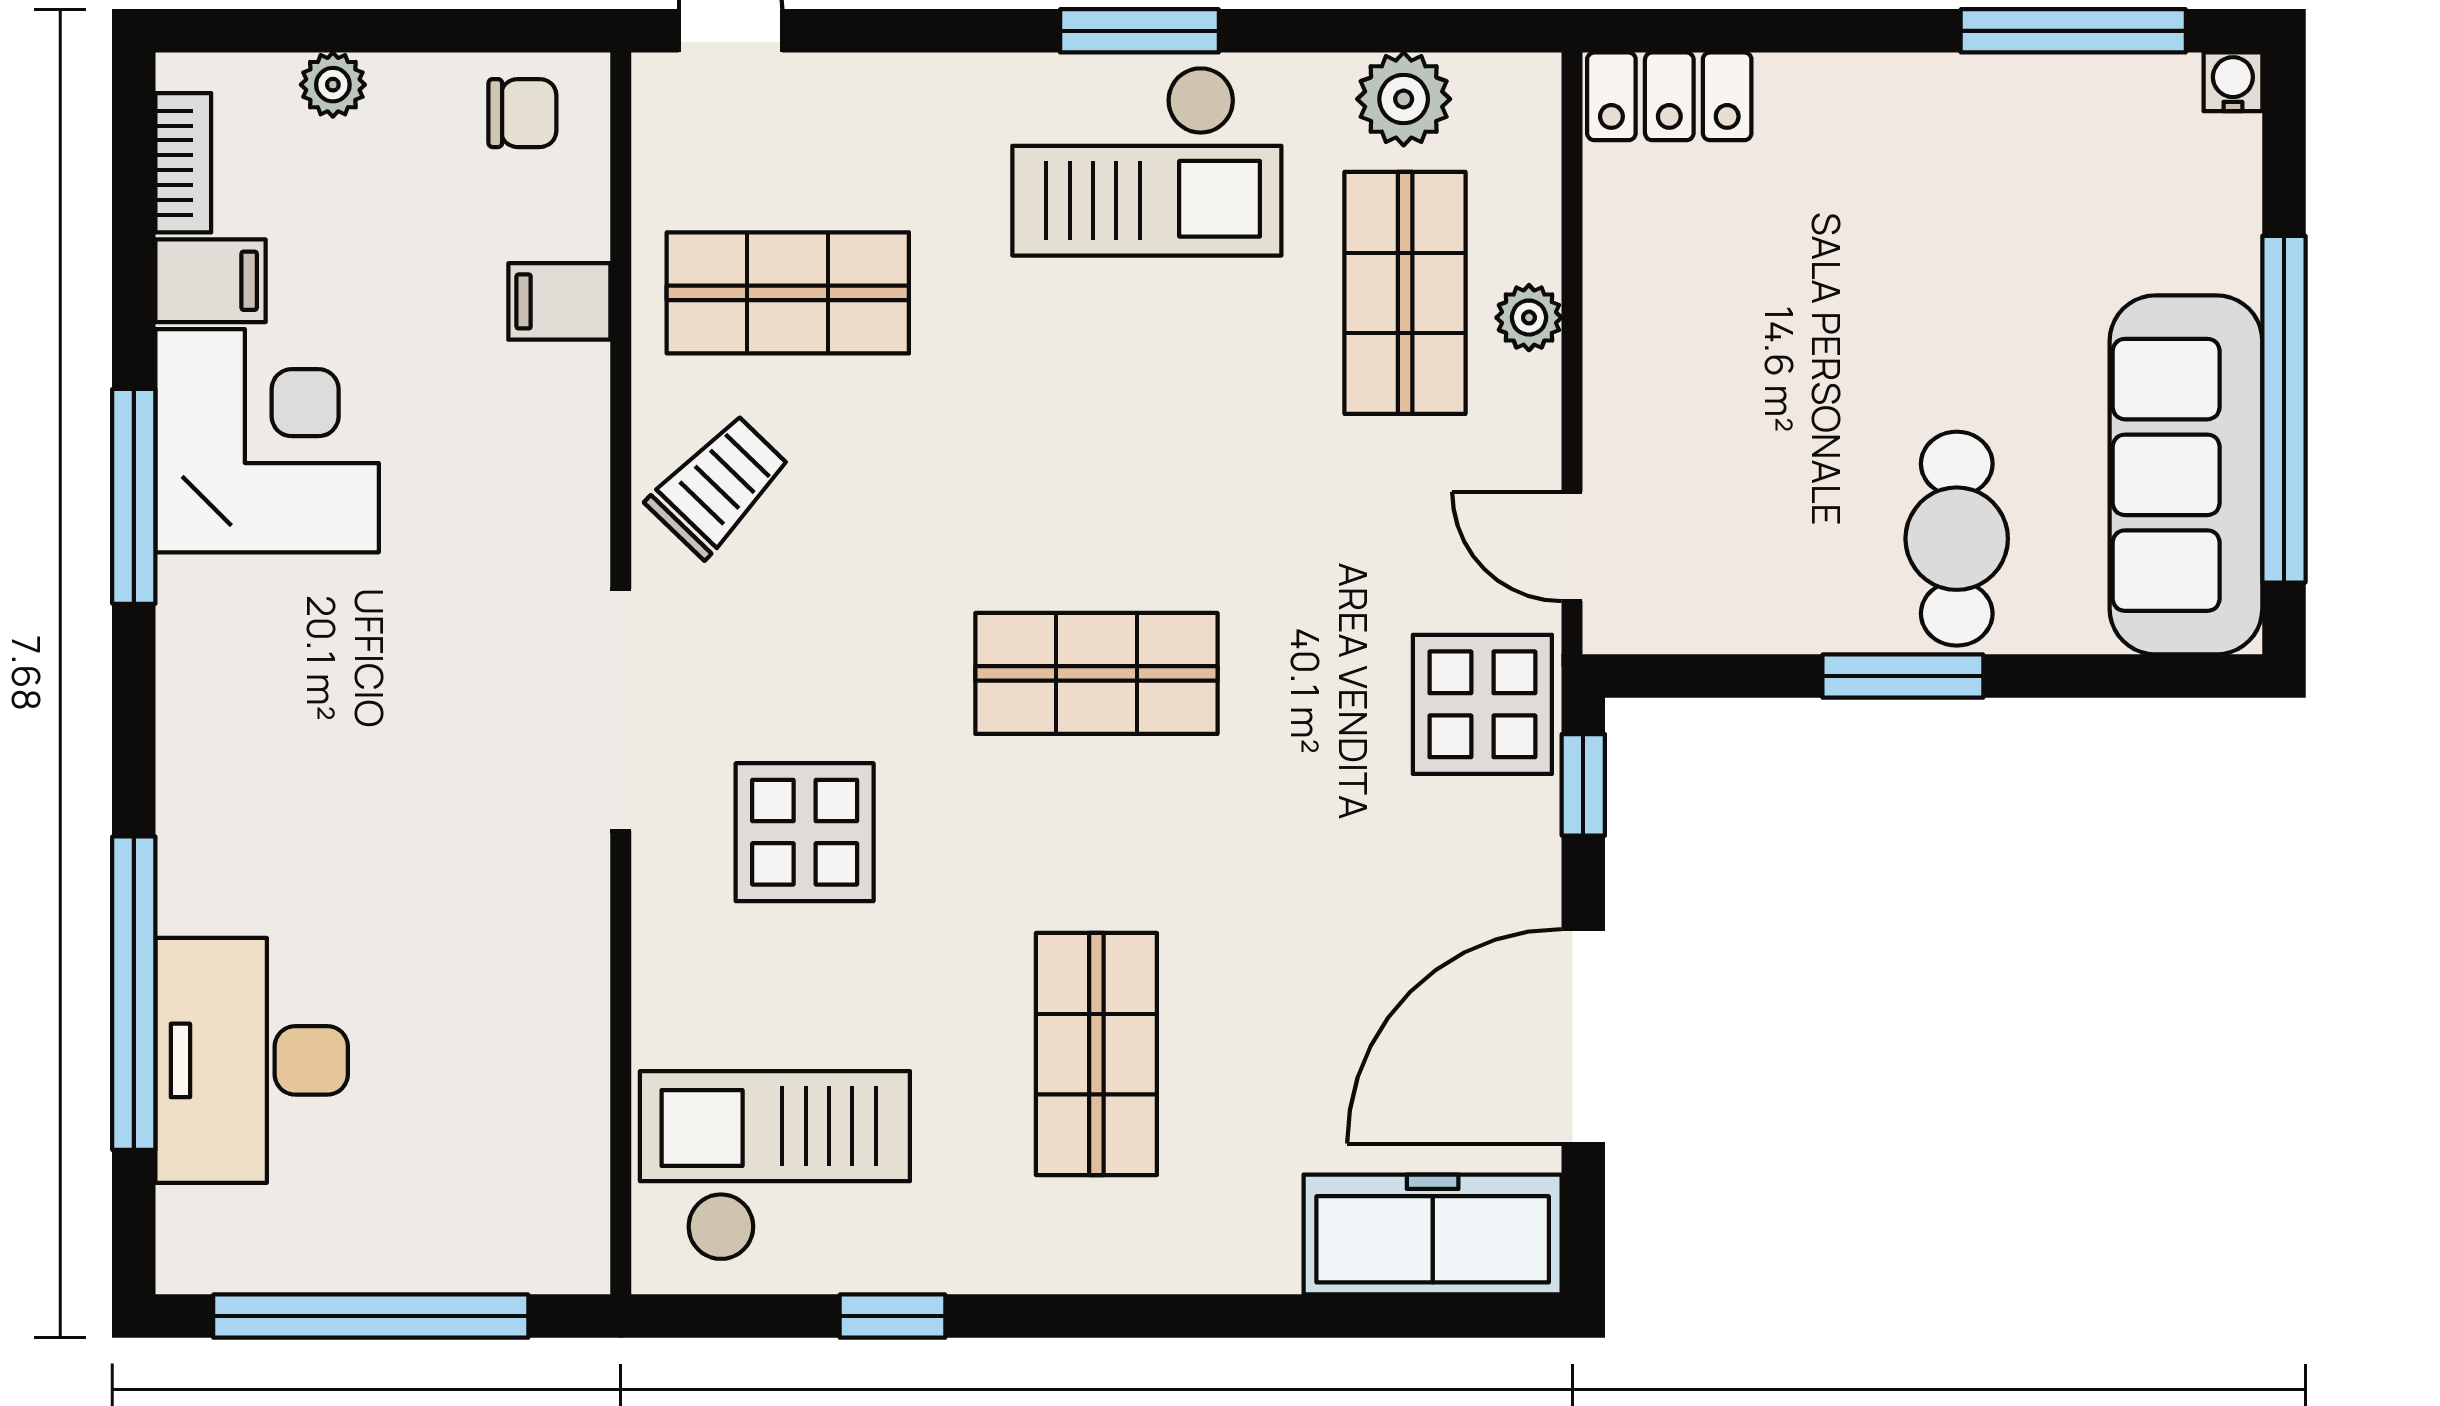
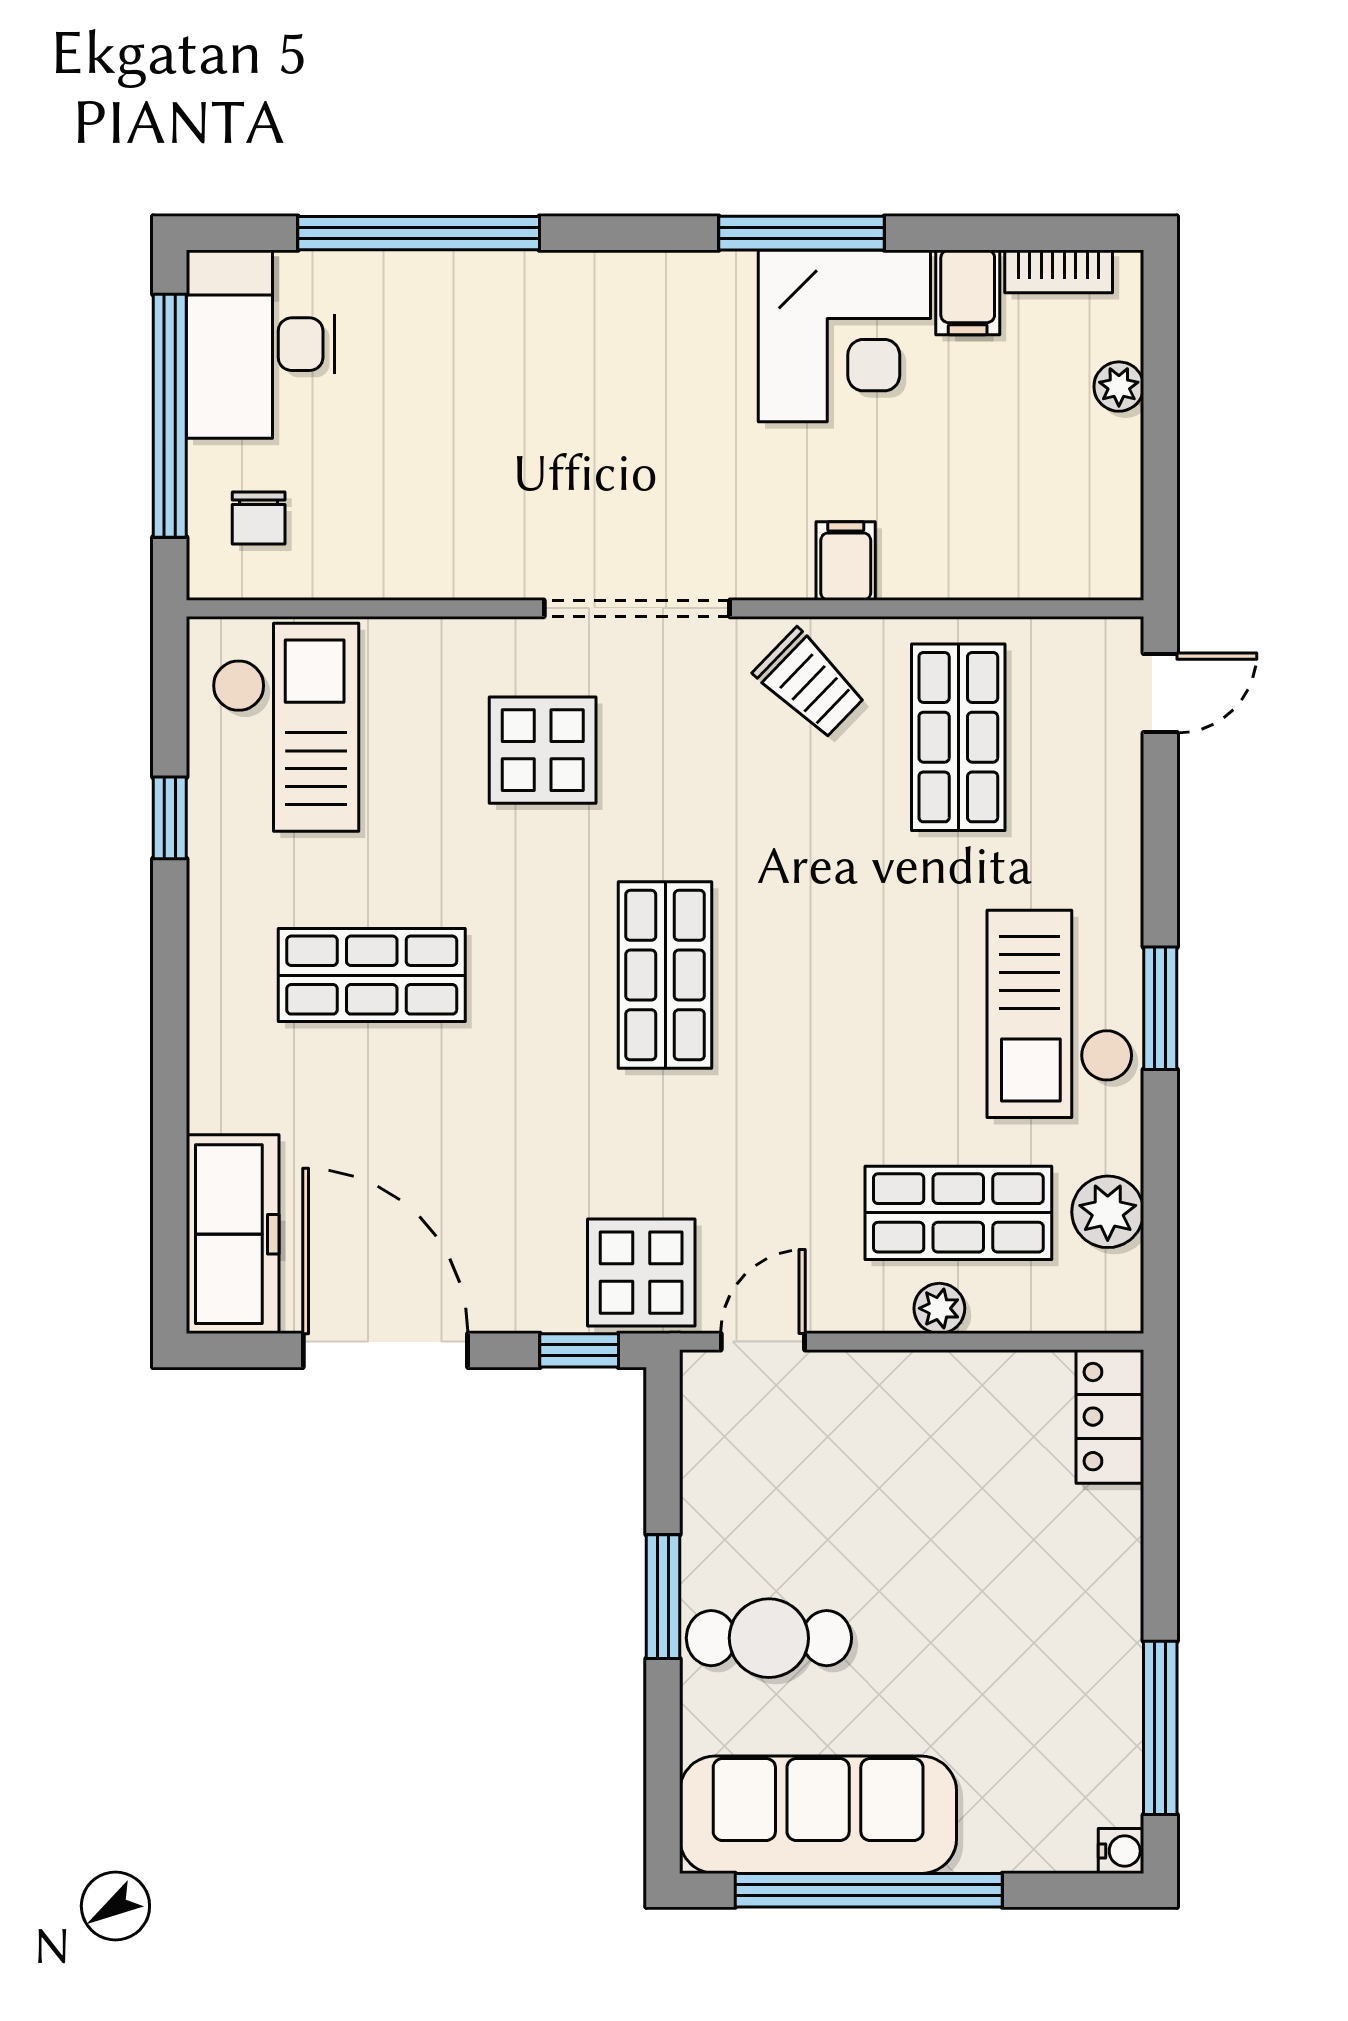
chair: (522, 113) -> (259, 518), moved
filing cabinet: (559, 301) -> (846, 561), moved
desk: (252, 1060) -> (261, 344), moved, turned -90

